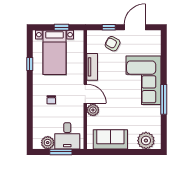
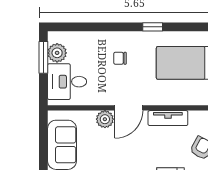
window: (30, 64) -> (153, 27), moved
window: (61, 152) -> (43, 57), moved

